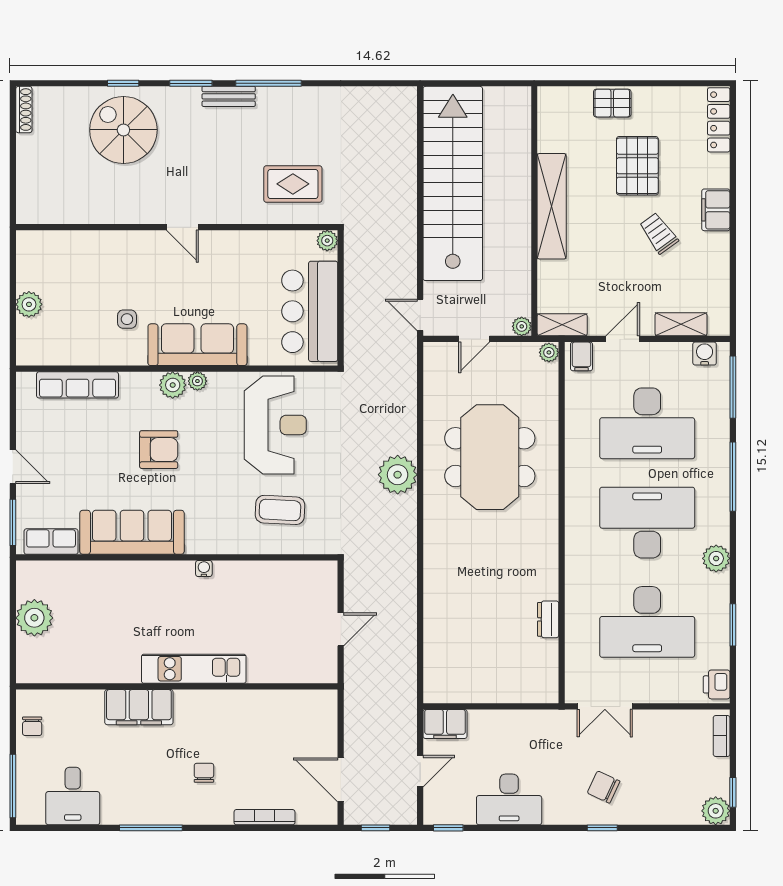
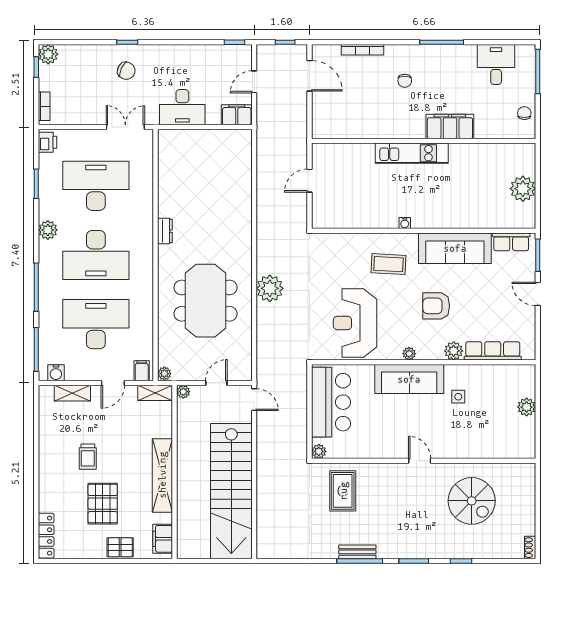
bench: (229, 96) -> (357, 552), moved
shoe rack: (24, 110) -> (530, 548), width x0.70
spiral stairs: (123, 130) -> (472, 501), moved
rug: (293, 184) -> (343, 491), turned 90
filing cabinet: (716, 210) -> (163, 539), moved, turned 180
trolley: (659, 233) -> (88, 457), turned 36
plant: (173, 385) -> (454, 351), moved
coffee table: (280, 510) -> (388, 264), moved
dresser: (548, 619) -> (165, 231), moved
desk: (509, 799) -> (182, 107), moved, turned 180

